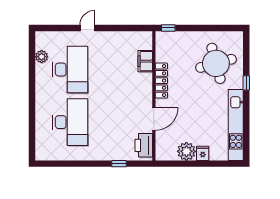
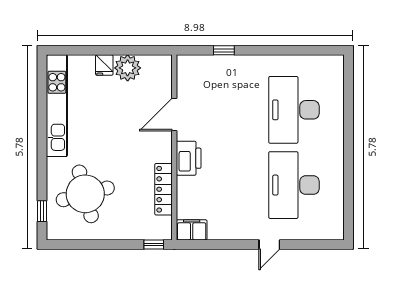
plant: (42, 57) -> (335, 203), removed
filing cabinet: (145, 61) -> (192, 230), moved, turned -90
locker: (161, 81) -> (163, 189), moved
window: (246, 83) -> (42, 211), moved
printer: (144, 145) -> (189, 158), moved

